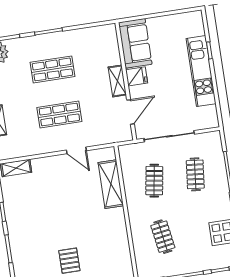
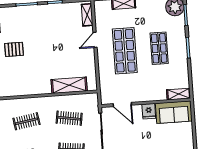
shelving: (117, 81) -> (179, 94), moved
shop shelf: (59, 115) -> (125, 51), width x1.43, depth x1.36
door: (76, 150) -> (95, 40), moved

